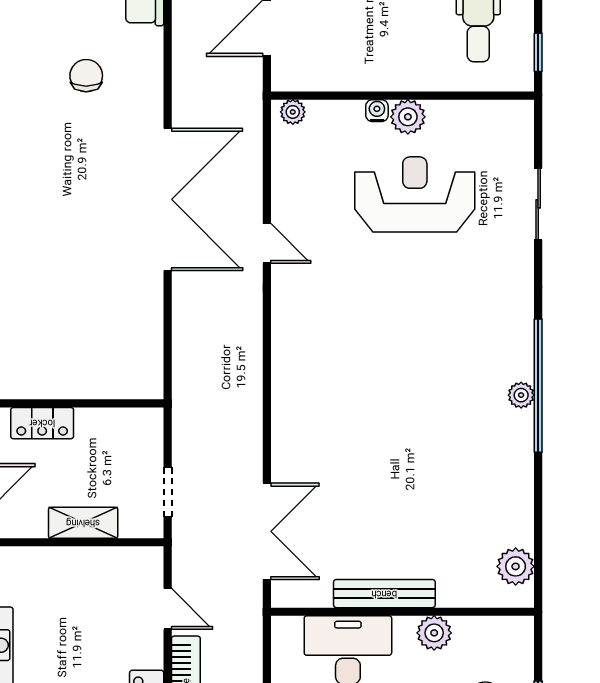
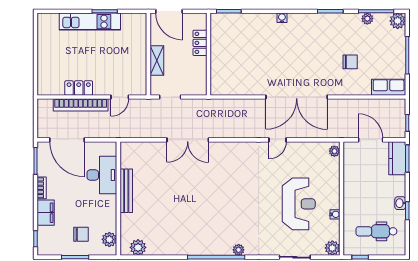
water cooler: (377, 111) -> (335, 214), moved
plant: (408, 117) -> (332, 248), moved
plant: (521, 395) -> (239, 250), moved
double door: (267, 531) -> (188, 140), moved
plant: (434, 633) -> (109, 239), moved

